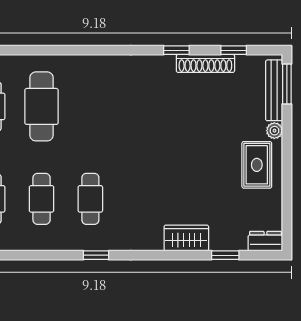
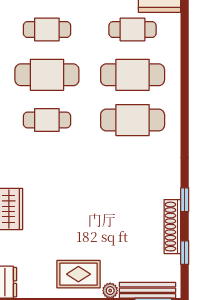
cafe table: (90, 106) -> (133, 120), added
cafe table: (42, 199) -> (47, 75), width x1.37, depth x1.35

